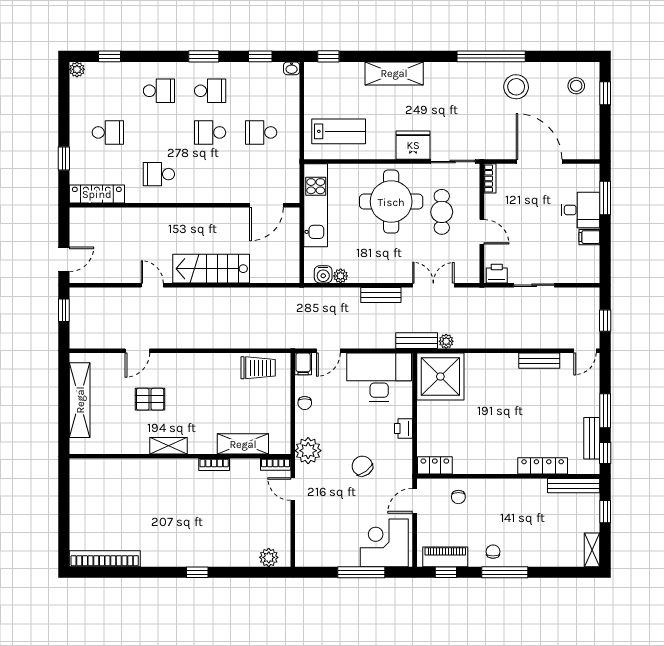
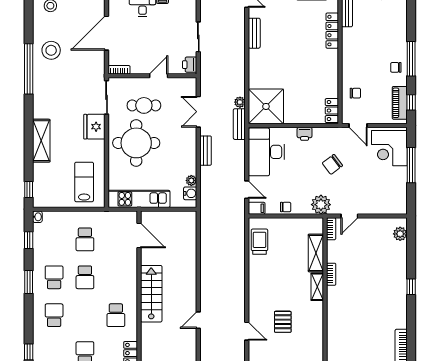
stairs: (211, 269) -> (151, 294), moved, turned 180
shelving: (169, 446) -> (317, 287), moved

